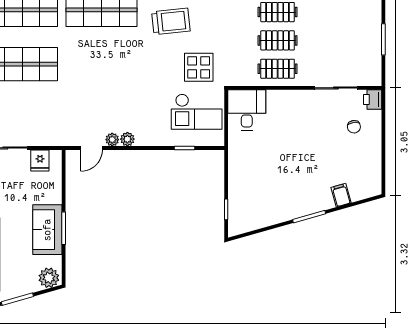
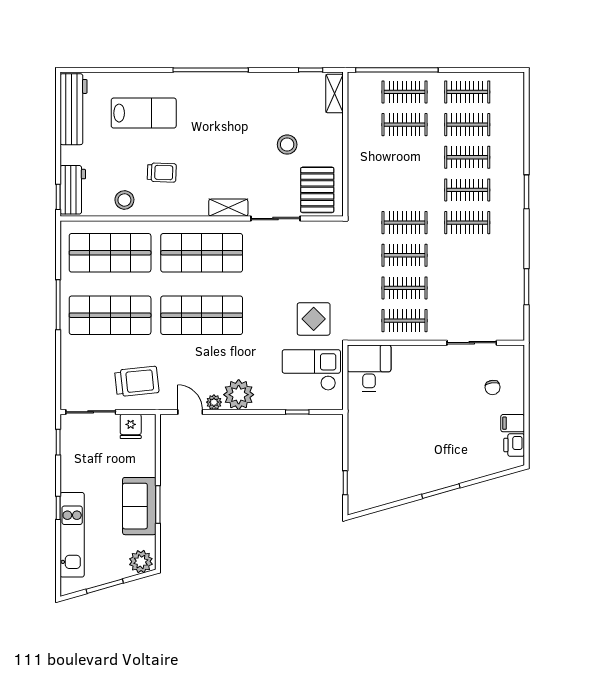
trolley: (171, 21) -> (137, 381), moved
shop shelf: (102, 64) -> (202, 315), added
printer: (373, 100) -> (514, 445), moved
checkout: (197, 112) -> (311, 370), turned 180
plant: (127, 139) -> (239, 395), width x1.88, depth x1.88
door: (91, 148) -> (190, 412), swing flipped
filing cabinet: (341, 195) -> (513, 423), moved, turned -74

